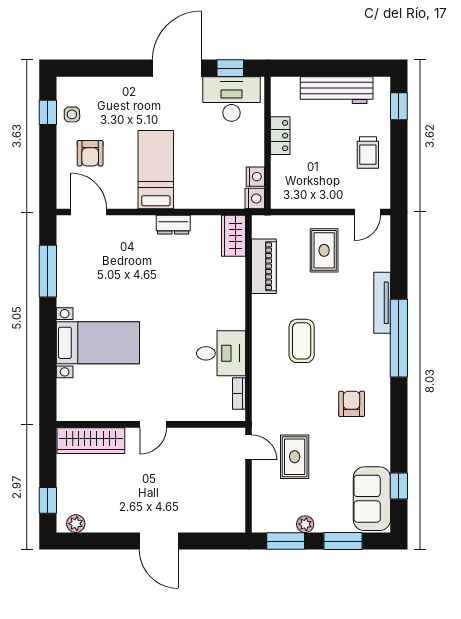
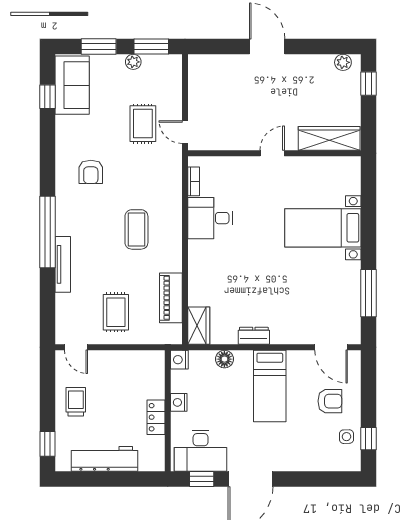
armchair: (90, 153) -> (330, 401), turned 90
nightstand: (255, 177) -> (179, 402), moved
floor lamp: (205, 199) -> (224, 359), added
door: (368, 212) -> (76, 347), swing flipped

